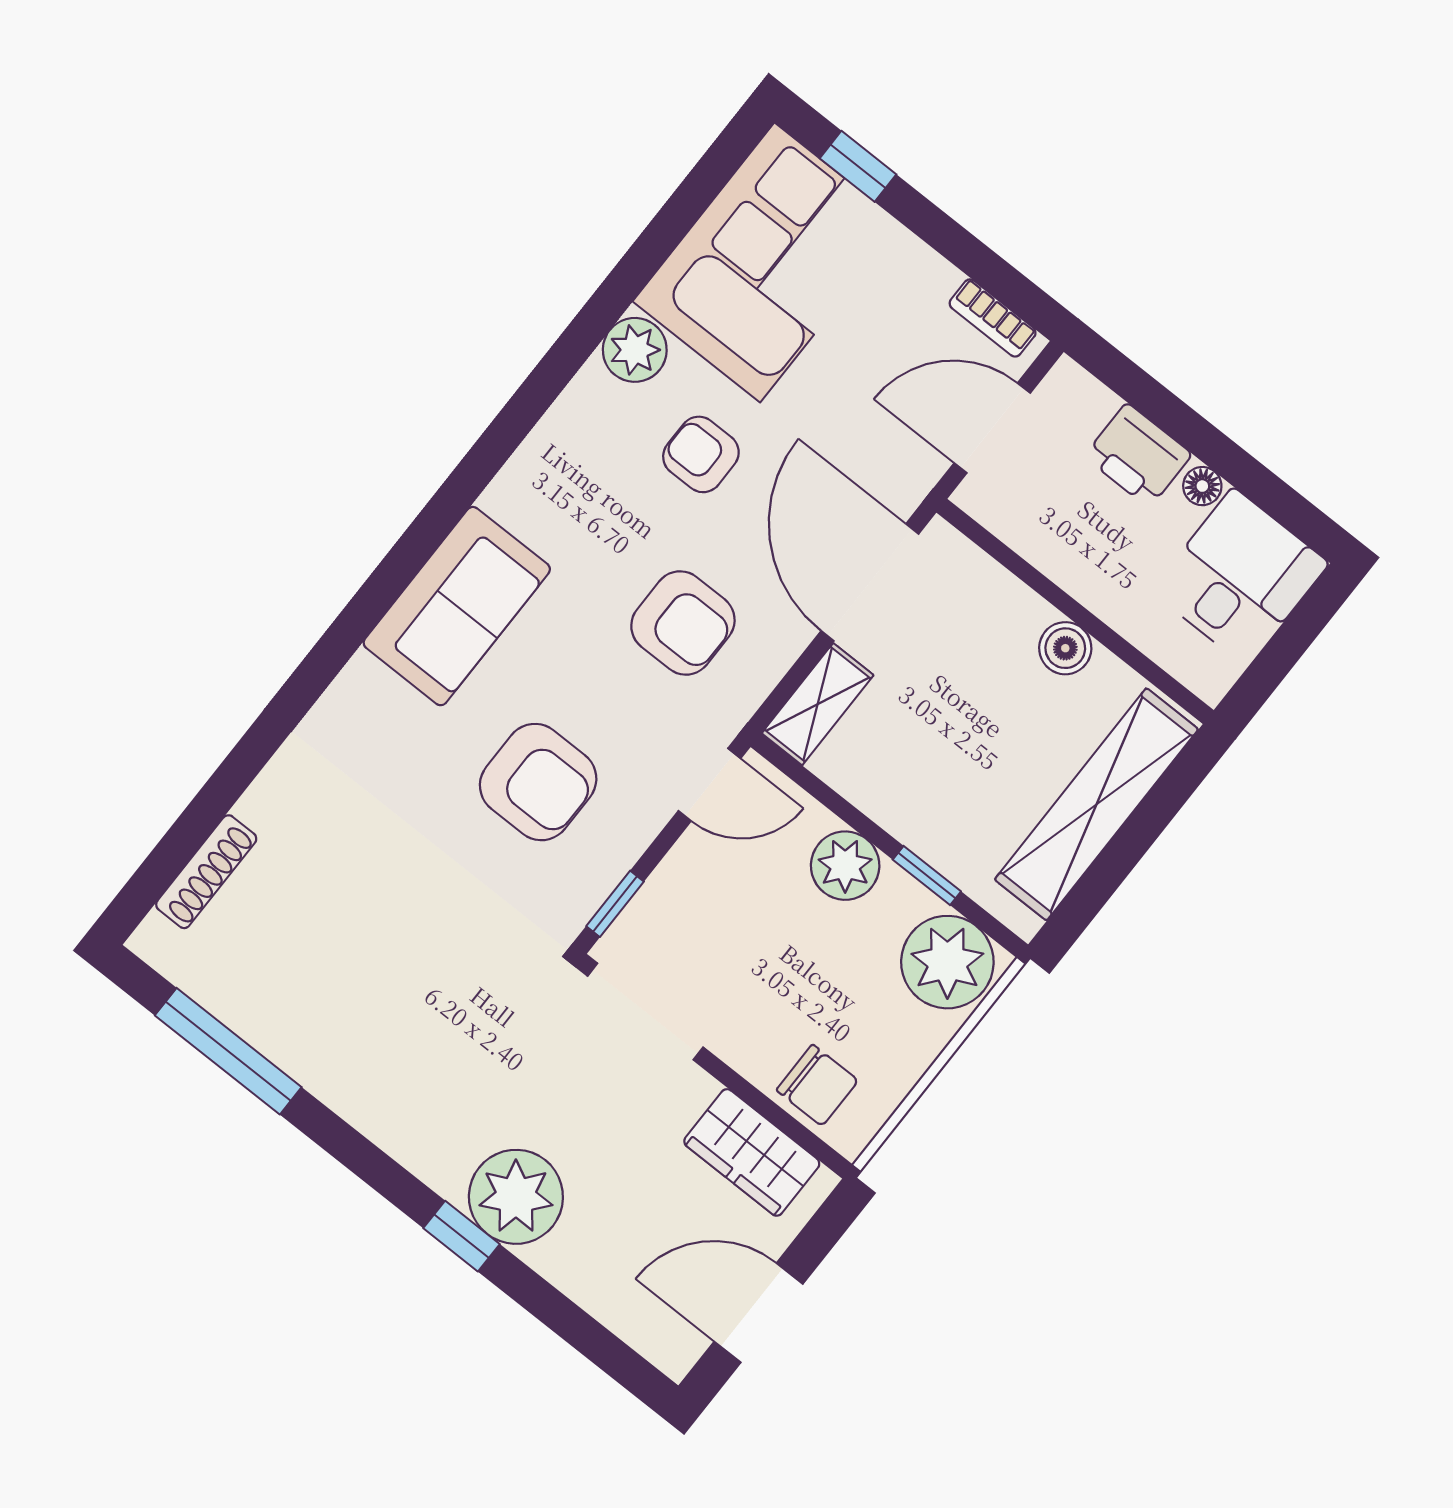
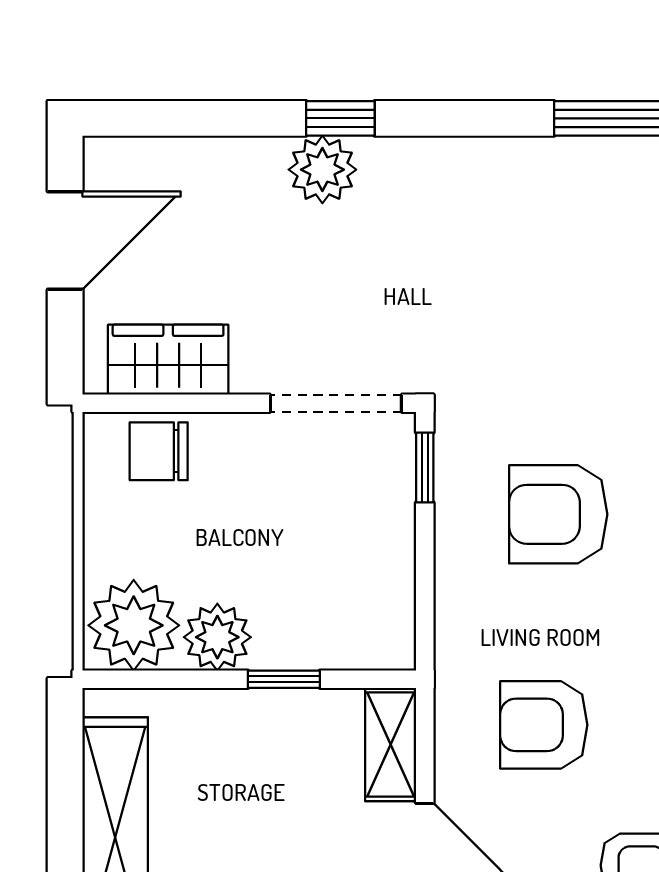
door: (710, 785) -> (425, 617), removed
plant: (845, 866) -> (217, 637), moved
window: (927, 875) -> (284, 679), moved
plant: (516, 1197) -> (322, 170), width x0.73, depth x0.73

